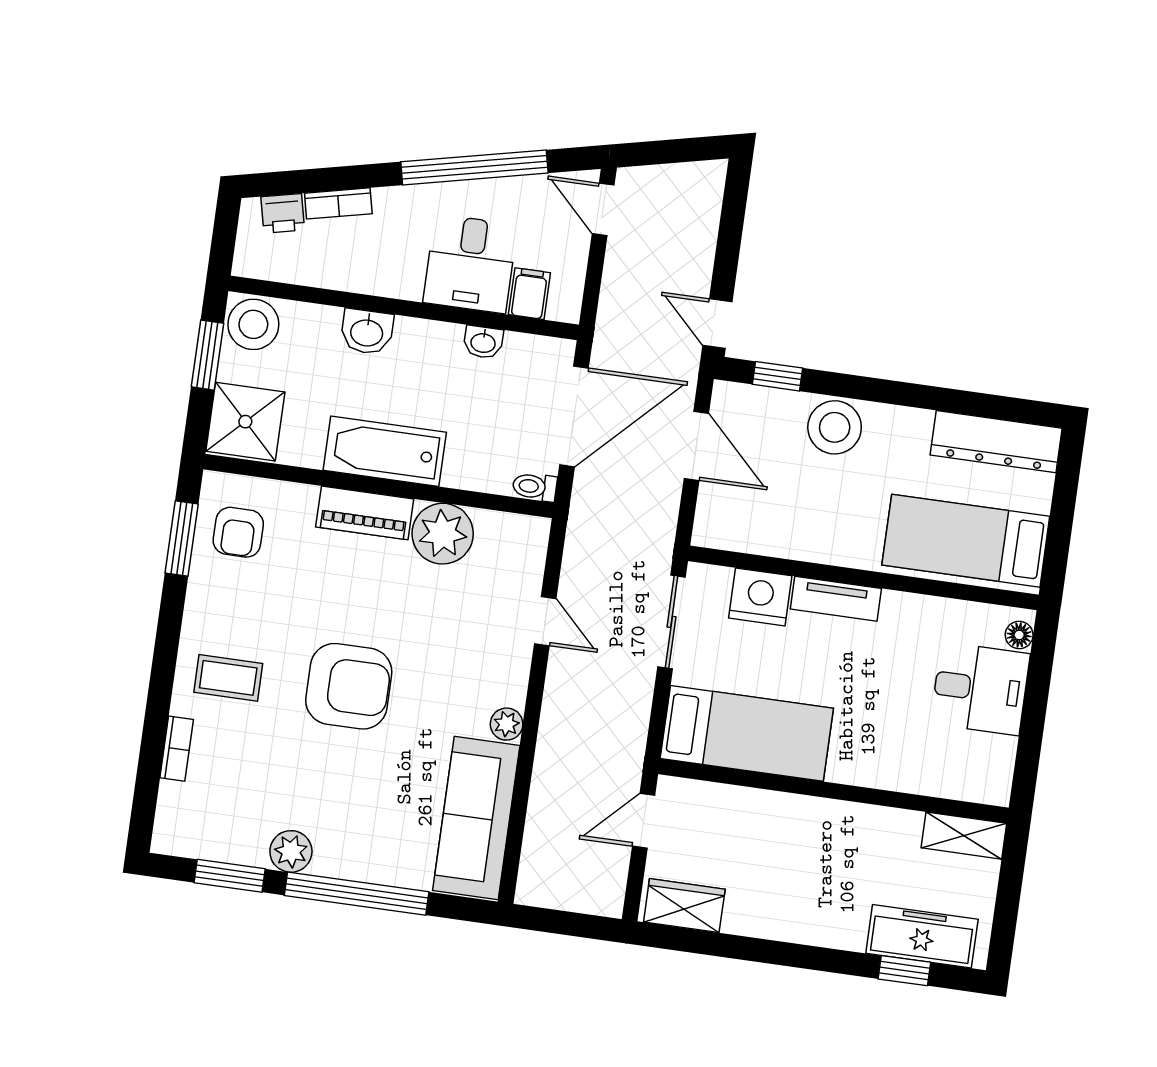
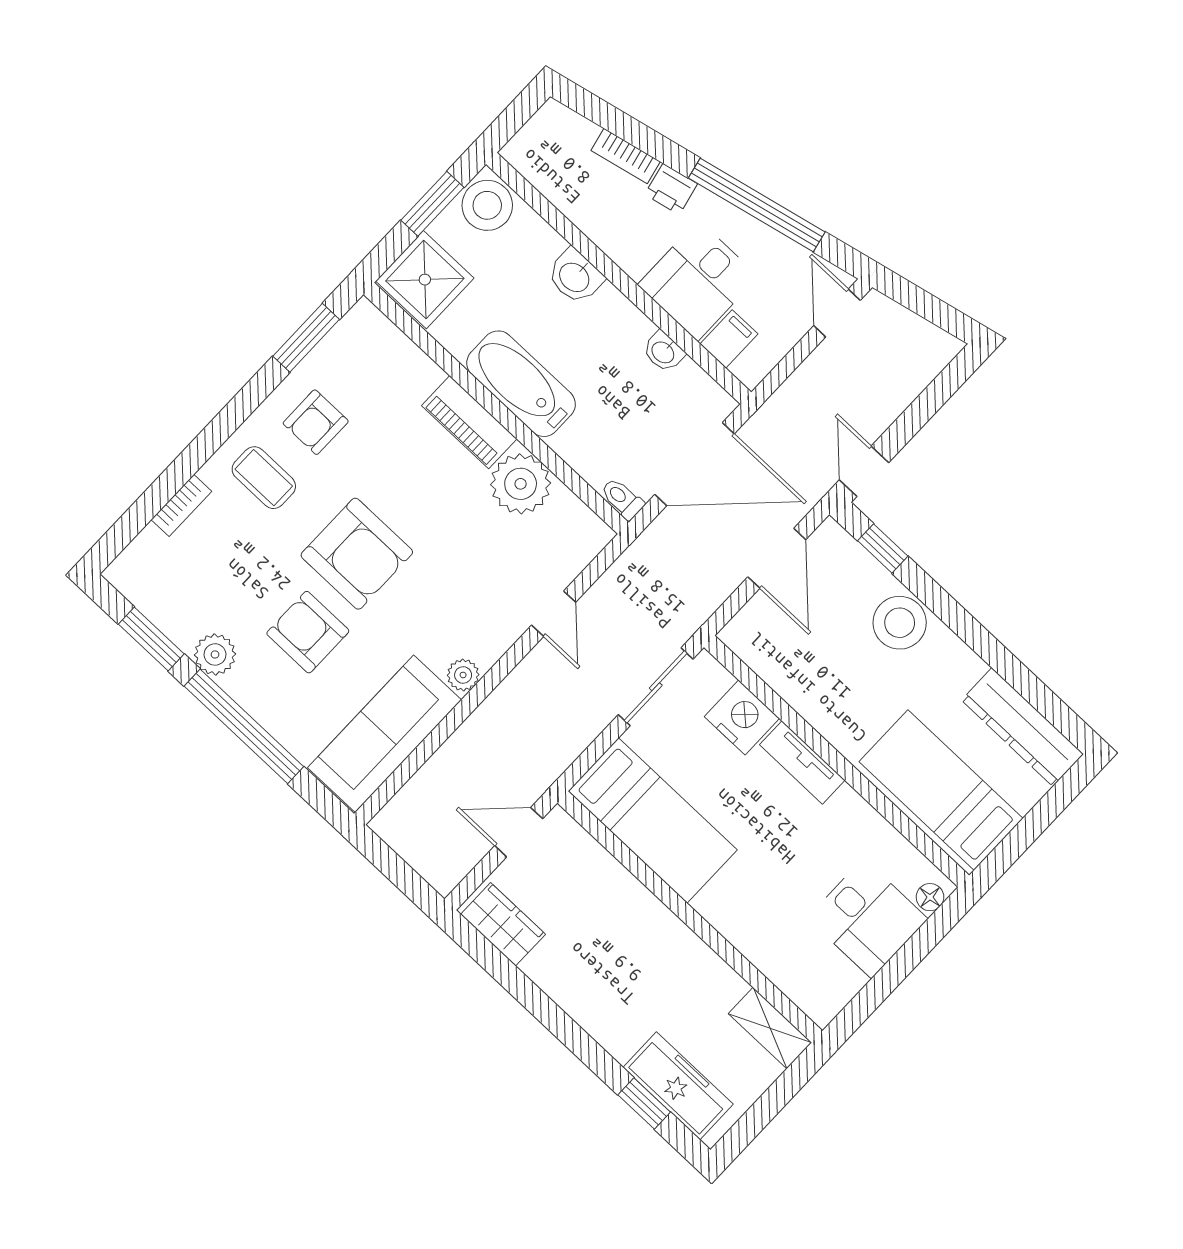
printer: (283, 213) -> (671, 189), moved
armchair: (238, 532) -> (316, 422), moved
armchair: (354, 779) -> (308, 632), added

